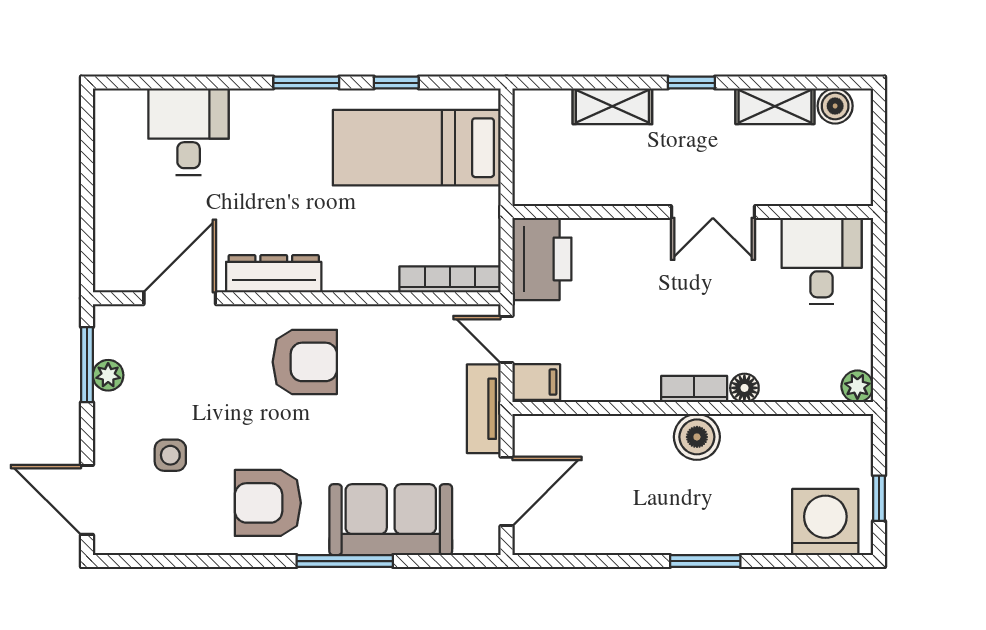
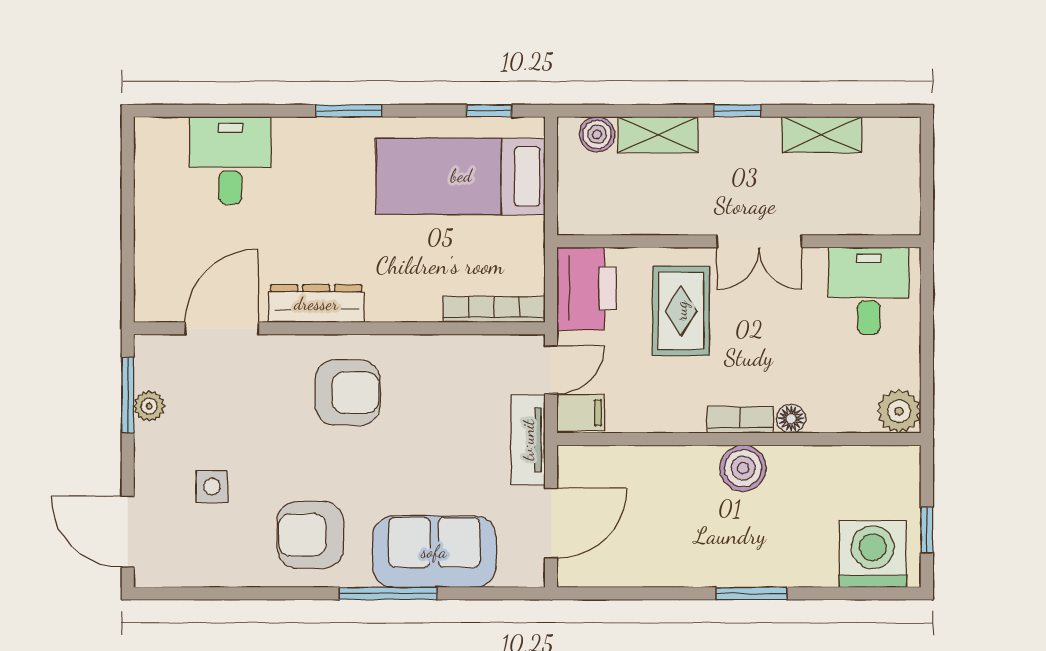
window: (396, 83) -> (489, 111), moved
boiler: (835, 106) -> (597, 134), moved
rug: (635, 281) -> (681, 311), added
door: (507, 339) -> (551, 370), swing flipped
plant: (857, 386) -> (899, 411), width x1.38, depth x1.38

